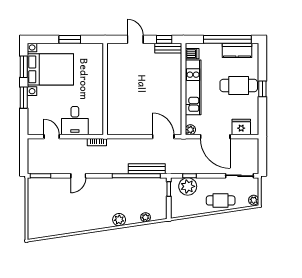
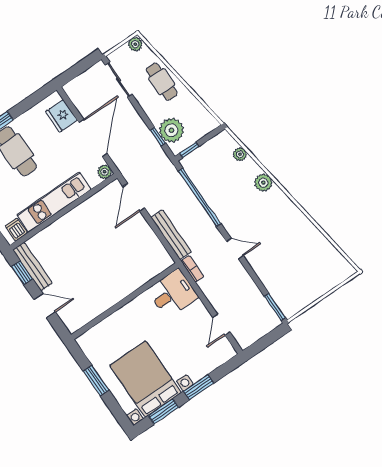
door: (135, 39) -> (45, 306), swing flipped
bench: (168, 48) -> (32, 267), width x1.36
desk: (75, 121) -> (173, 293), moved
bench: (147, 169) -> (171, 235), moved
door: (78, 176) -> (235, 249), moved

